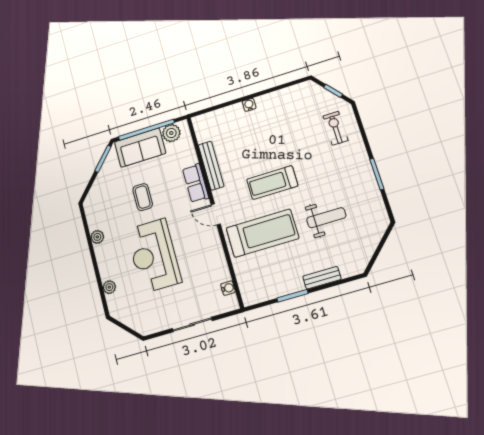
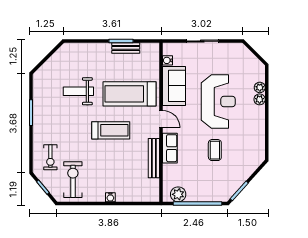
exercise bike: (300, 111) -> (73, 180), added
sofa: (140, 148) -> (174, 86), moved, turned 90
plant: (97, 237) -> (260, 99), moved
bench: (322, 278) -> (126, 48), moved

